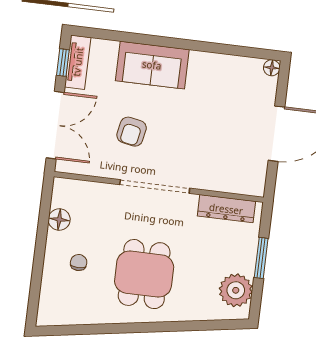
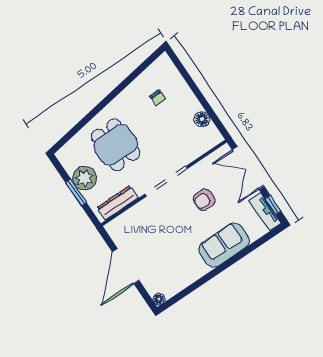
armchair: (132, 132) -> (204, 200), turned -101
chair: (79, 262) -> (157, 98), moved
dining table: (144, 274) -> (116, 145), moved
plant: (236, 290) -> (85, 178), moved

